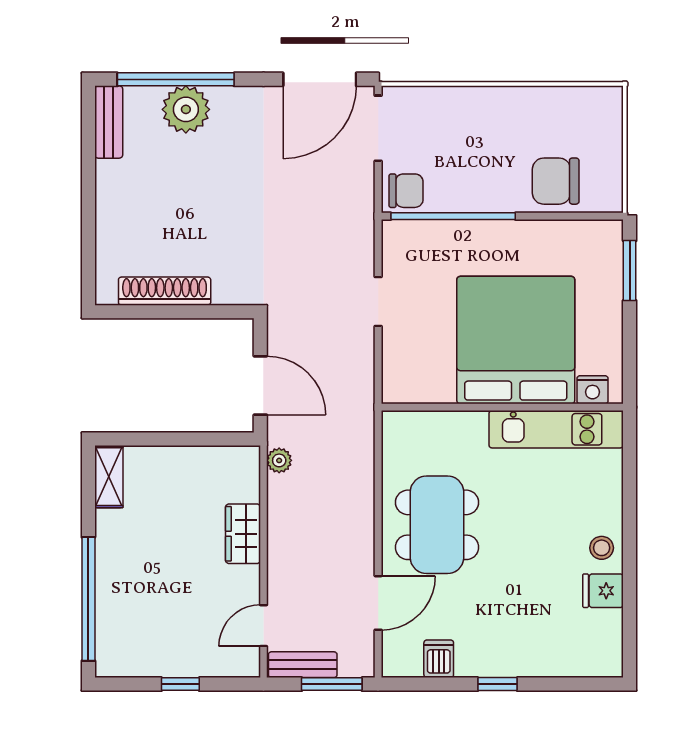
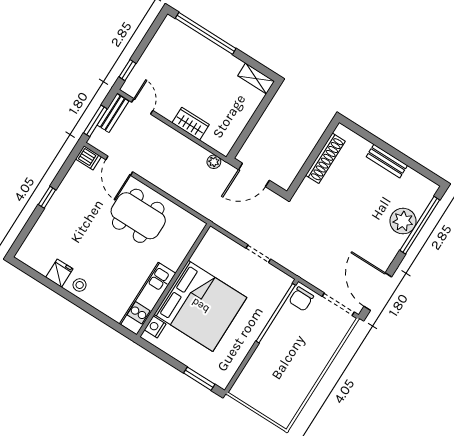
bench: (109, 122) -> (387, 161), moved
chair: (556, 181) -> (262, 371), removed
dishwasher: (439, 659) -> (88, 158), moved
window: (180, 684) -> (127, 70), moved

